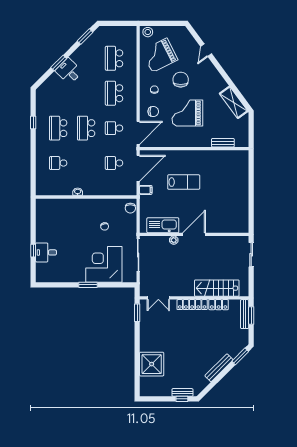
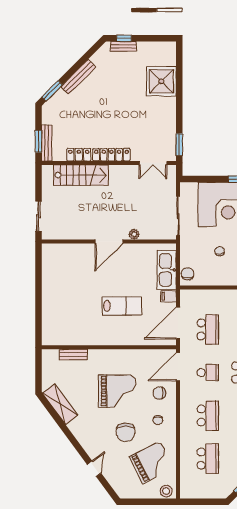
school desk: (114, 163) -> (208, 329), width x1.85
lab bench: (184, 182) -> (122, 306), turned 180
kitchen sink: (163, 225) -> (167, 270), moved, turned 90
double door: (158, 298) -> (153, 163), swing flipped

